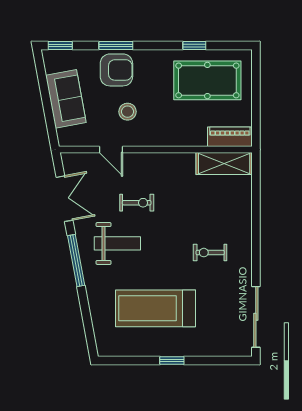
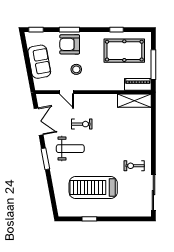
armchair: (116, 70) -> (70, 44), turned 180
window: (256, 104) -> (153, 65), added
exercise bike: (210, 253) -> (134, 166), moved
window: (76, 260) -> (45, 159), width x0.69
window: (172, 360) -> (89, 219), moved

